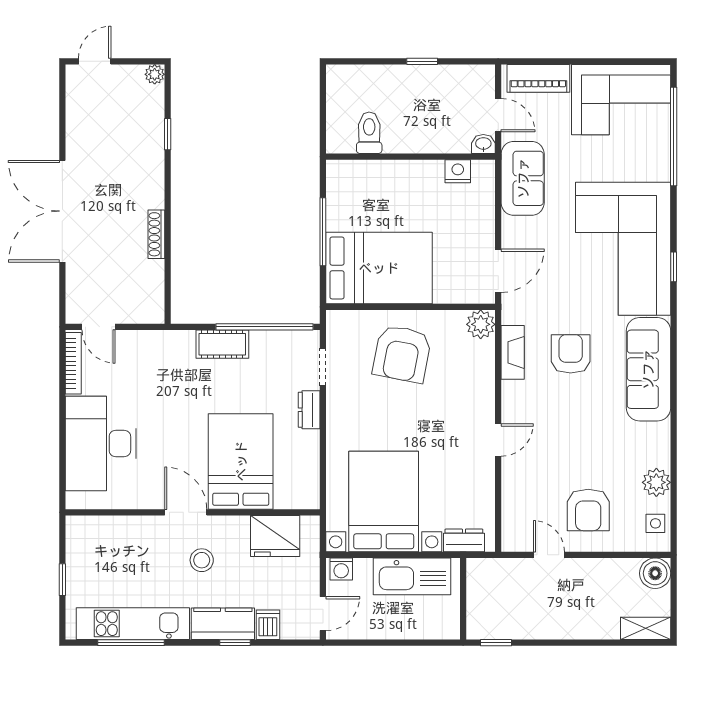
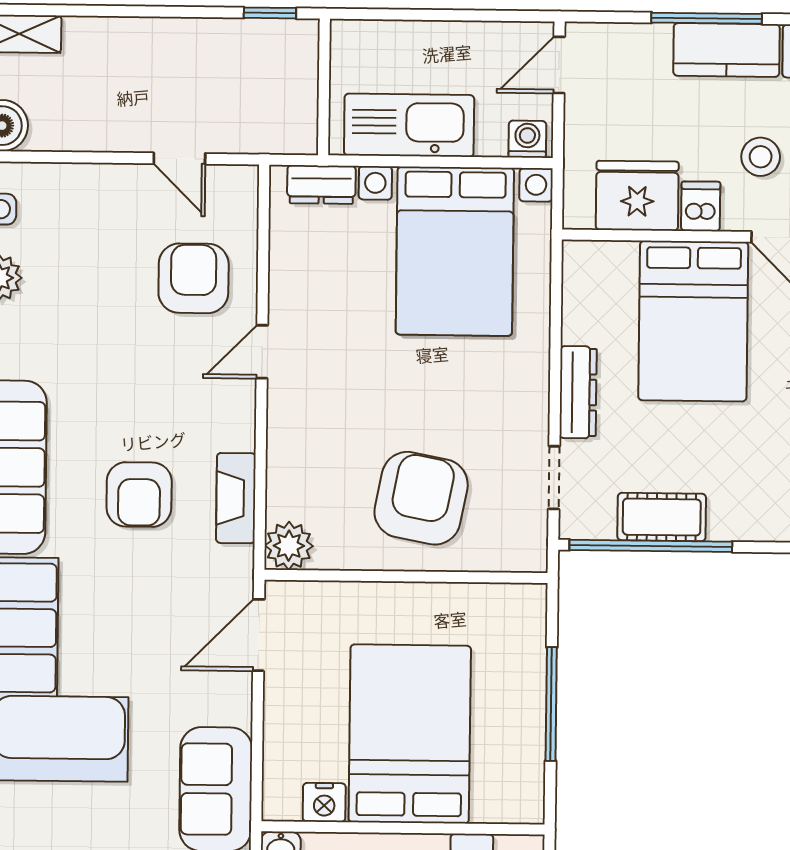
bed: (379, 268) -> (410, 734), moved, turned 90
cot: (222, 344) -> (662, 517), moved
dresser: (309, 410) -> (578, 392), width x1.44
armchair: (588, 510) -> (194, 278), moved
dishwasher: (268, 625) -> (701, 206), moved, turned 180
window: (235, 643) -> (707, 18), width x2.17

